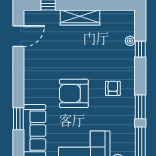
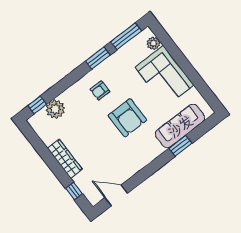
plant: (130, 41) -> (55, 109), width x1.88, depth x1.88
window: (140, 49) -> (37, 105), moved

